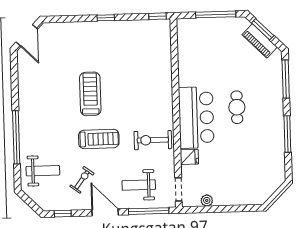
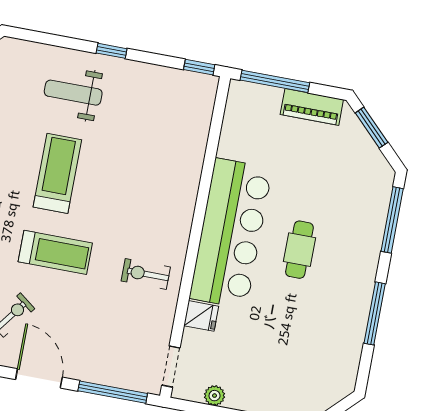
window: (216, 14) -> (275, 81), moved
piano: (260, 41) -> (312, 107), moved, turned -45
bar counter: (196, 118) -> (231, 233), width x1.36
exercise bike: (153, 140) -> (146, 274), width x0.73, depth x0.72
weight bench: (139, 185) -> (73, 93), moved

